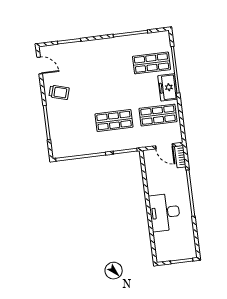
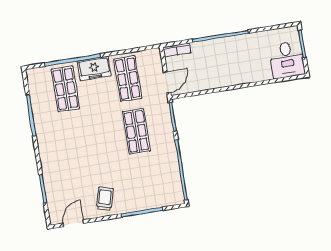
door: (164, 146) -> (167, 82), moved
desk: (165, 212) -> (287, 60), moved, width x0.73

